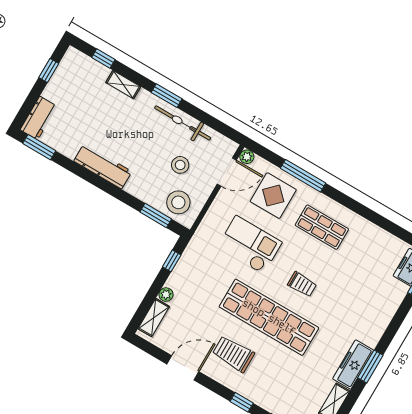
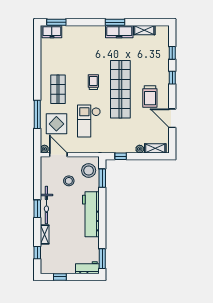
bicycle: (183, 123) -> (46, 205), moved
workbench: (103, 166) -> (91, 214), width x1.36, depth x1.32

